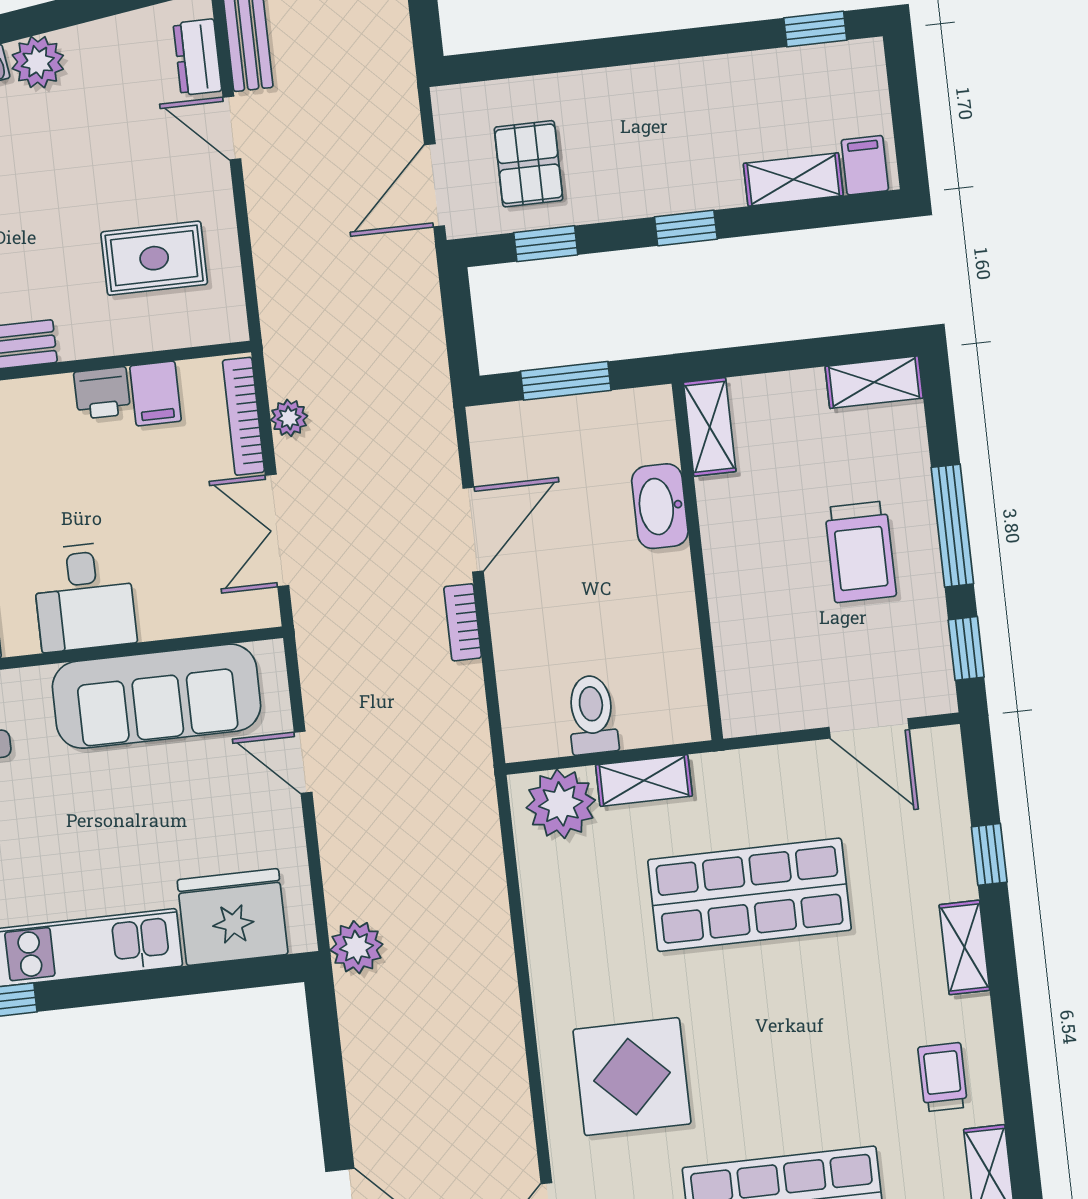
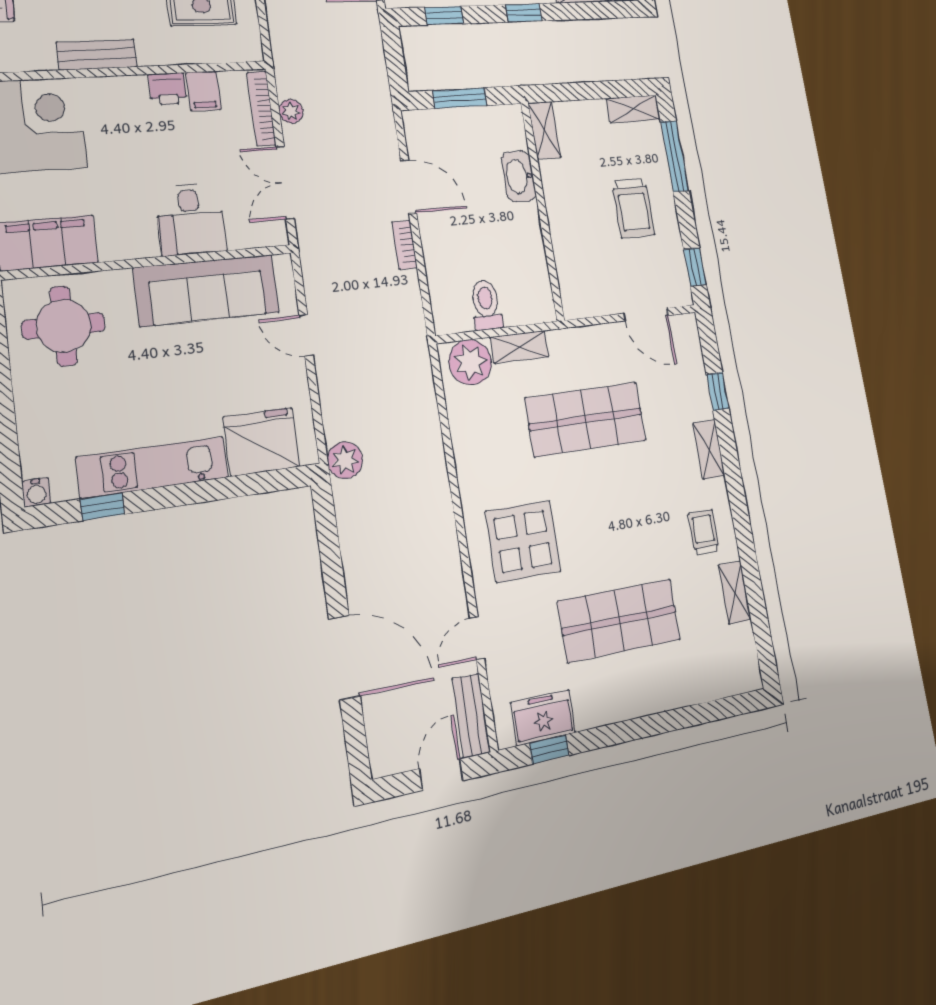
window: (952, 526) -> (675, 156), moved
door: (473, 530) -> (409, 187), hinge flipped
desk: (84, 597) -> (191, 219), moved

